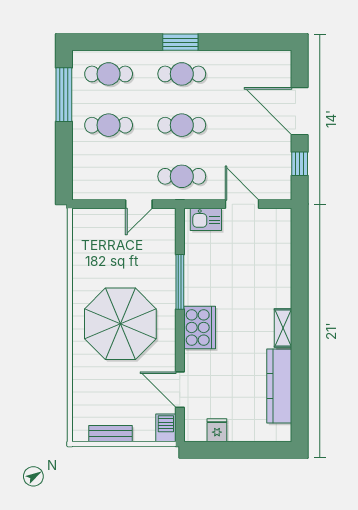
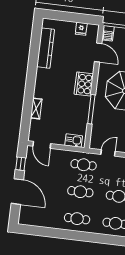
window: (180, 42) -> (76, 235), removed
door: (242, 204) -> (42, 145), moved
shelving: (283, 328) -> (36, 109), moved

